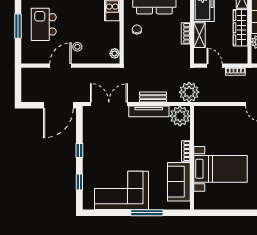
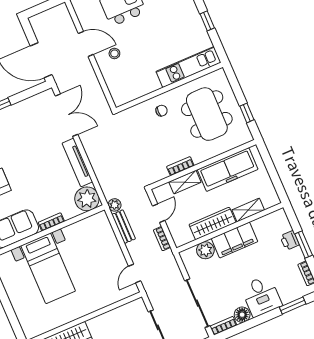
plant: (115, 53) -> (125, 97), removed
plant: (189, 92) -> (115, 205), width x0.53, depth x0.53
bench: (153, 97) -> (124, 227), moved

